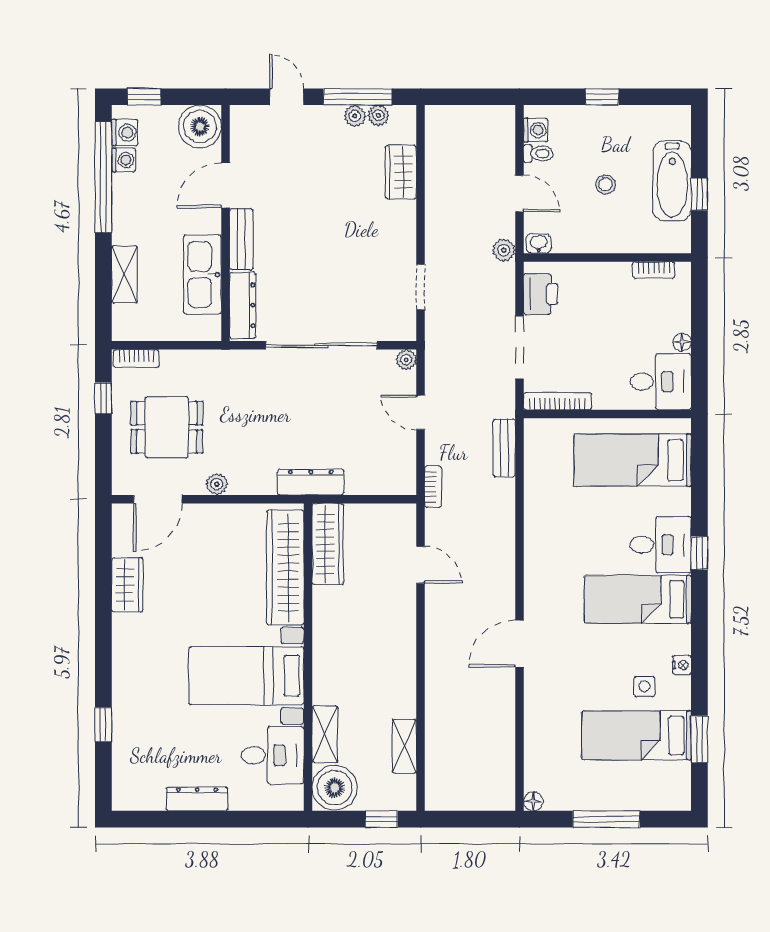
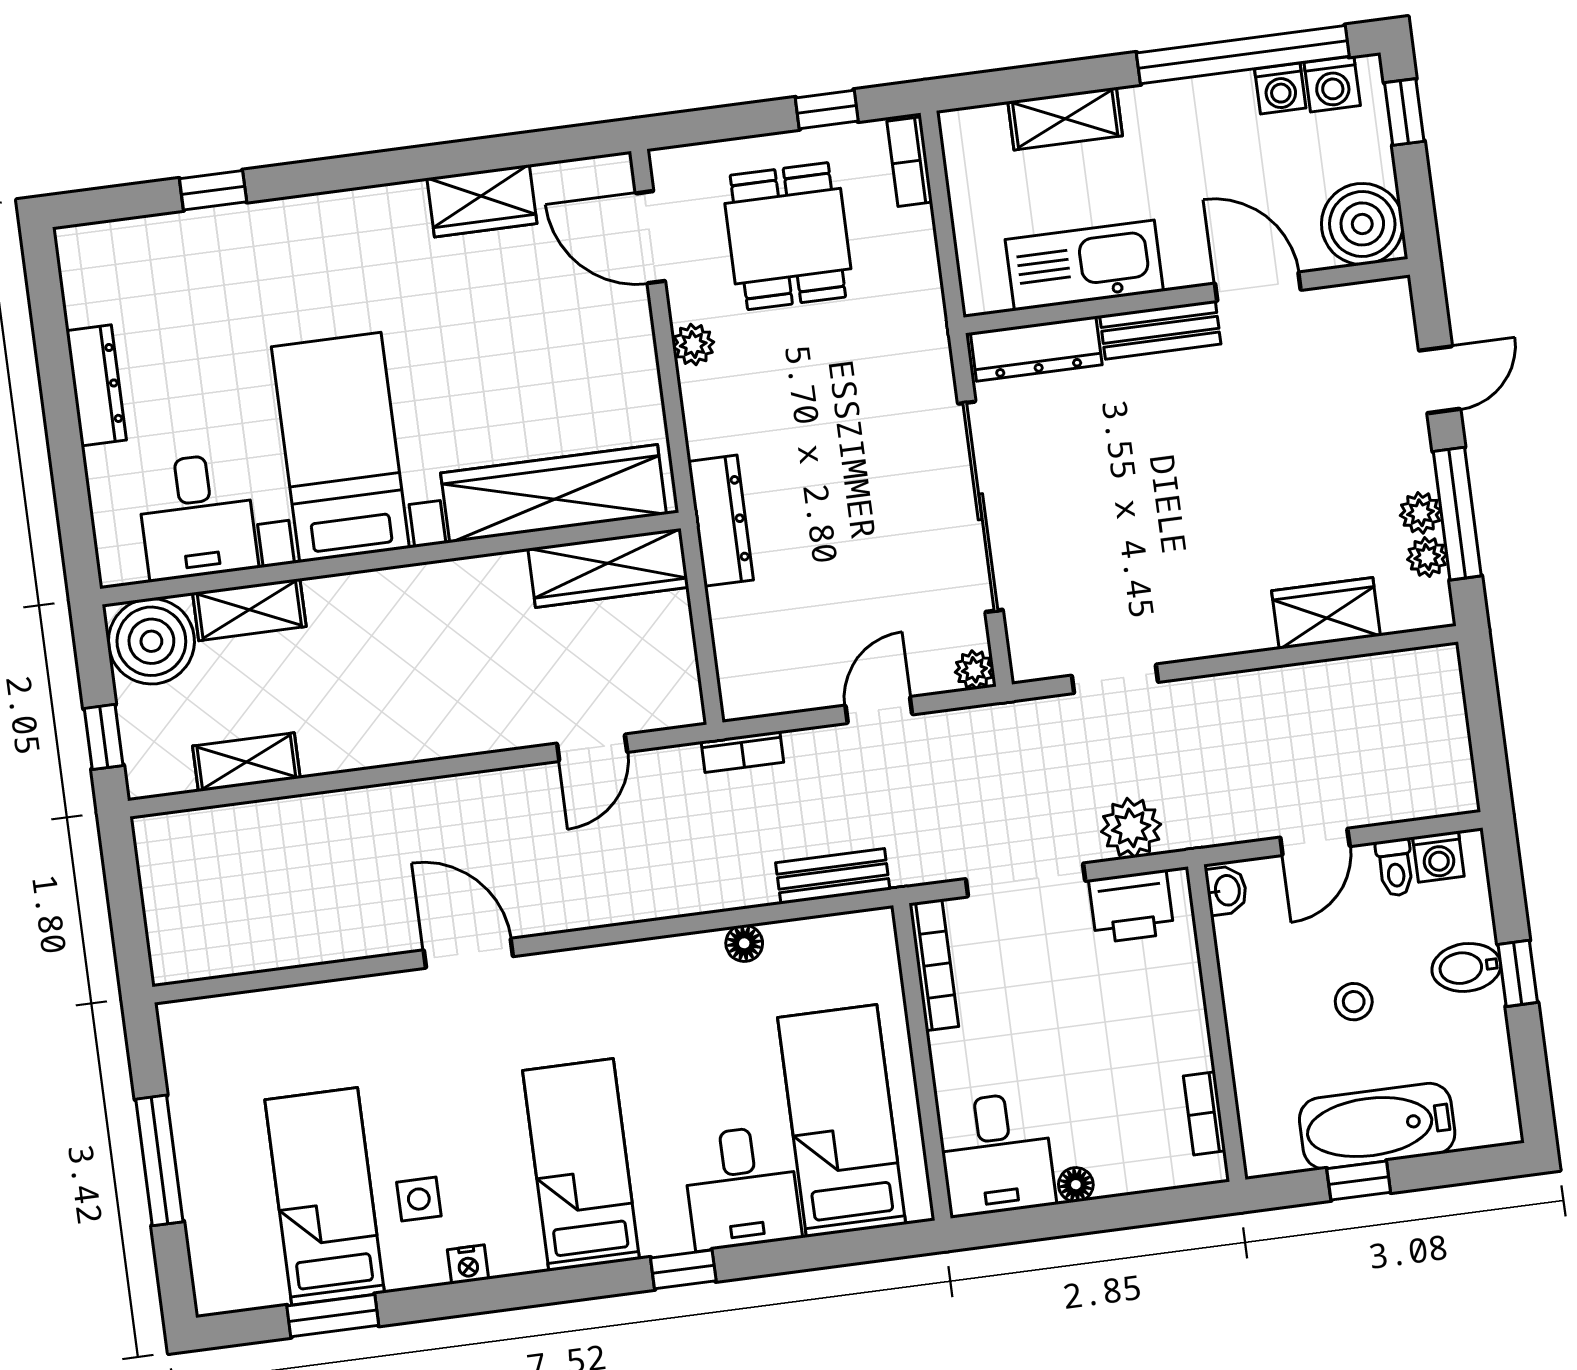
bidet: (595, 123) -> (1466, 967), added
plant: (504, 250) -> (1131, 828), moved, width x1.38, depth x1.38
desk: (661, 545) -> (742, 1188), moved
floor lamp: (533, 801) -> (744, 943), moved

